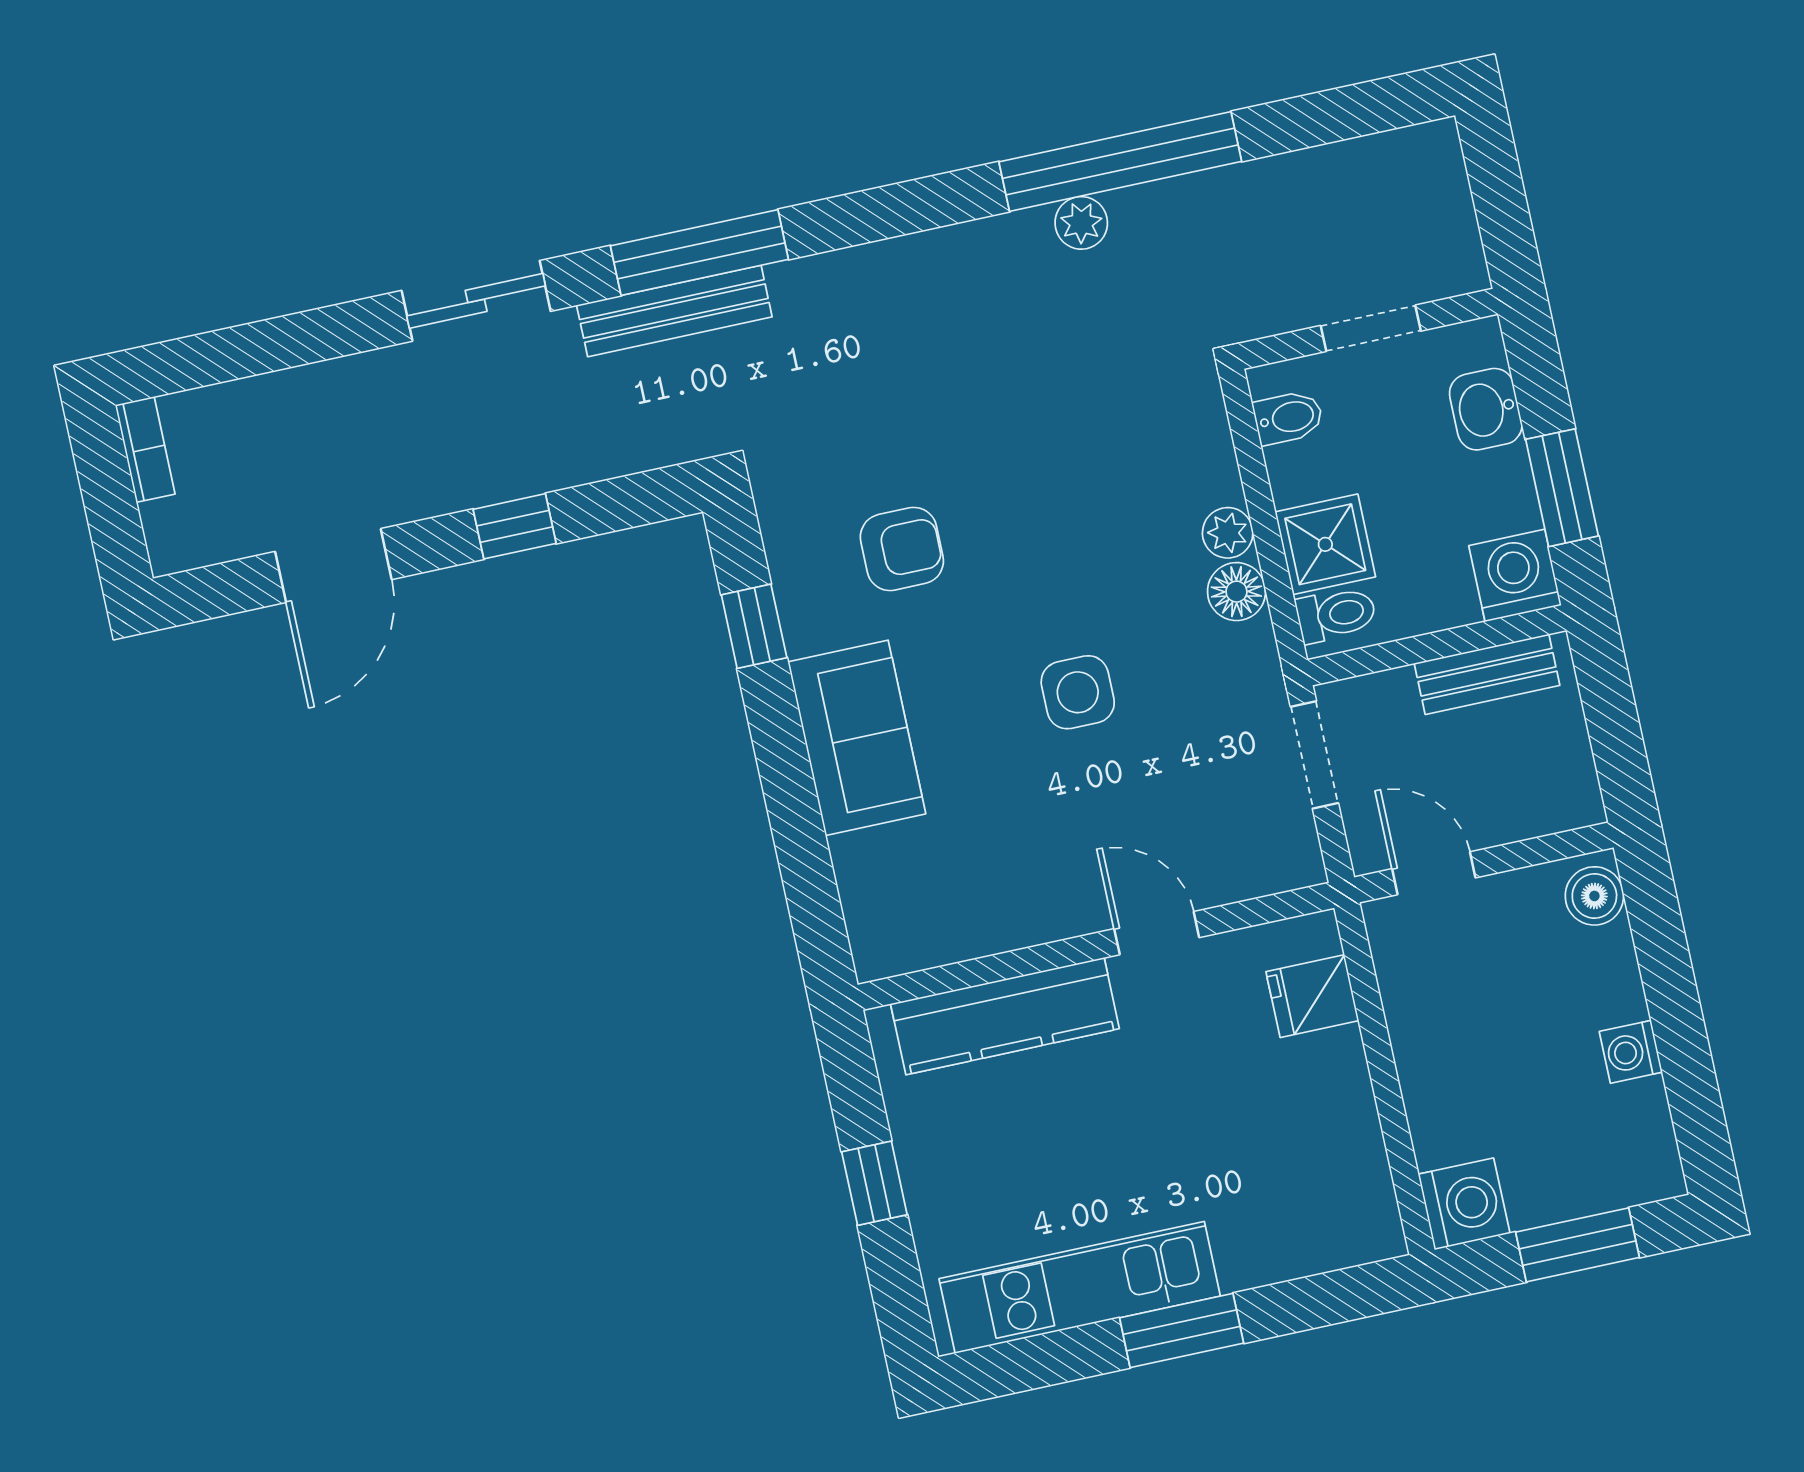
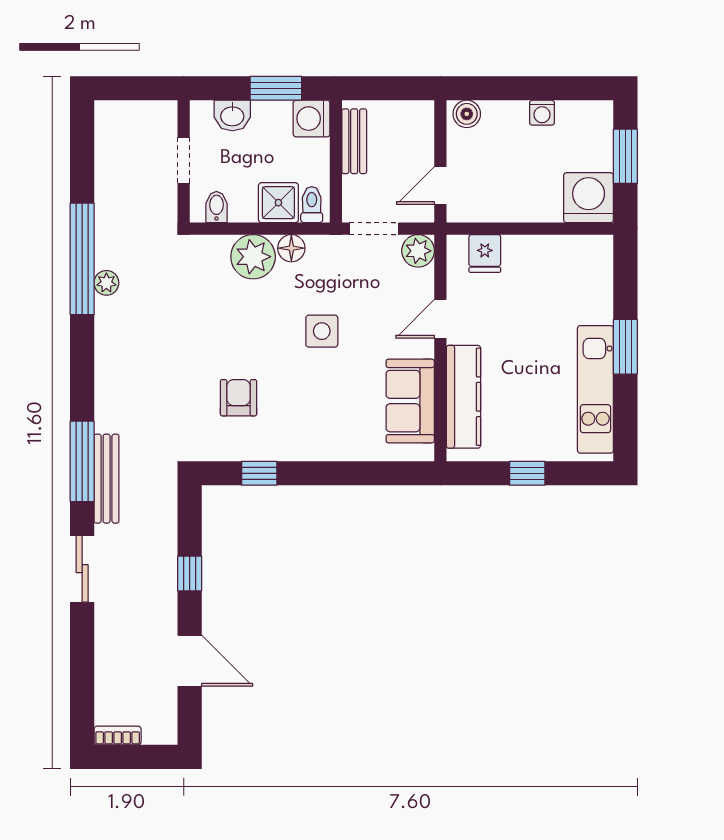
plant: (1228, 533) -> (253, 257), width x1.88, depth x1.88
sofa: (857, 738) -> (410, 401), moved, turned -90
plant: (1288, 856) -> (418, 251), added
washing machine: (1464, 1204) -> (589, 198), width x1.37, depth x1.37

